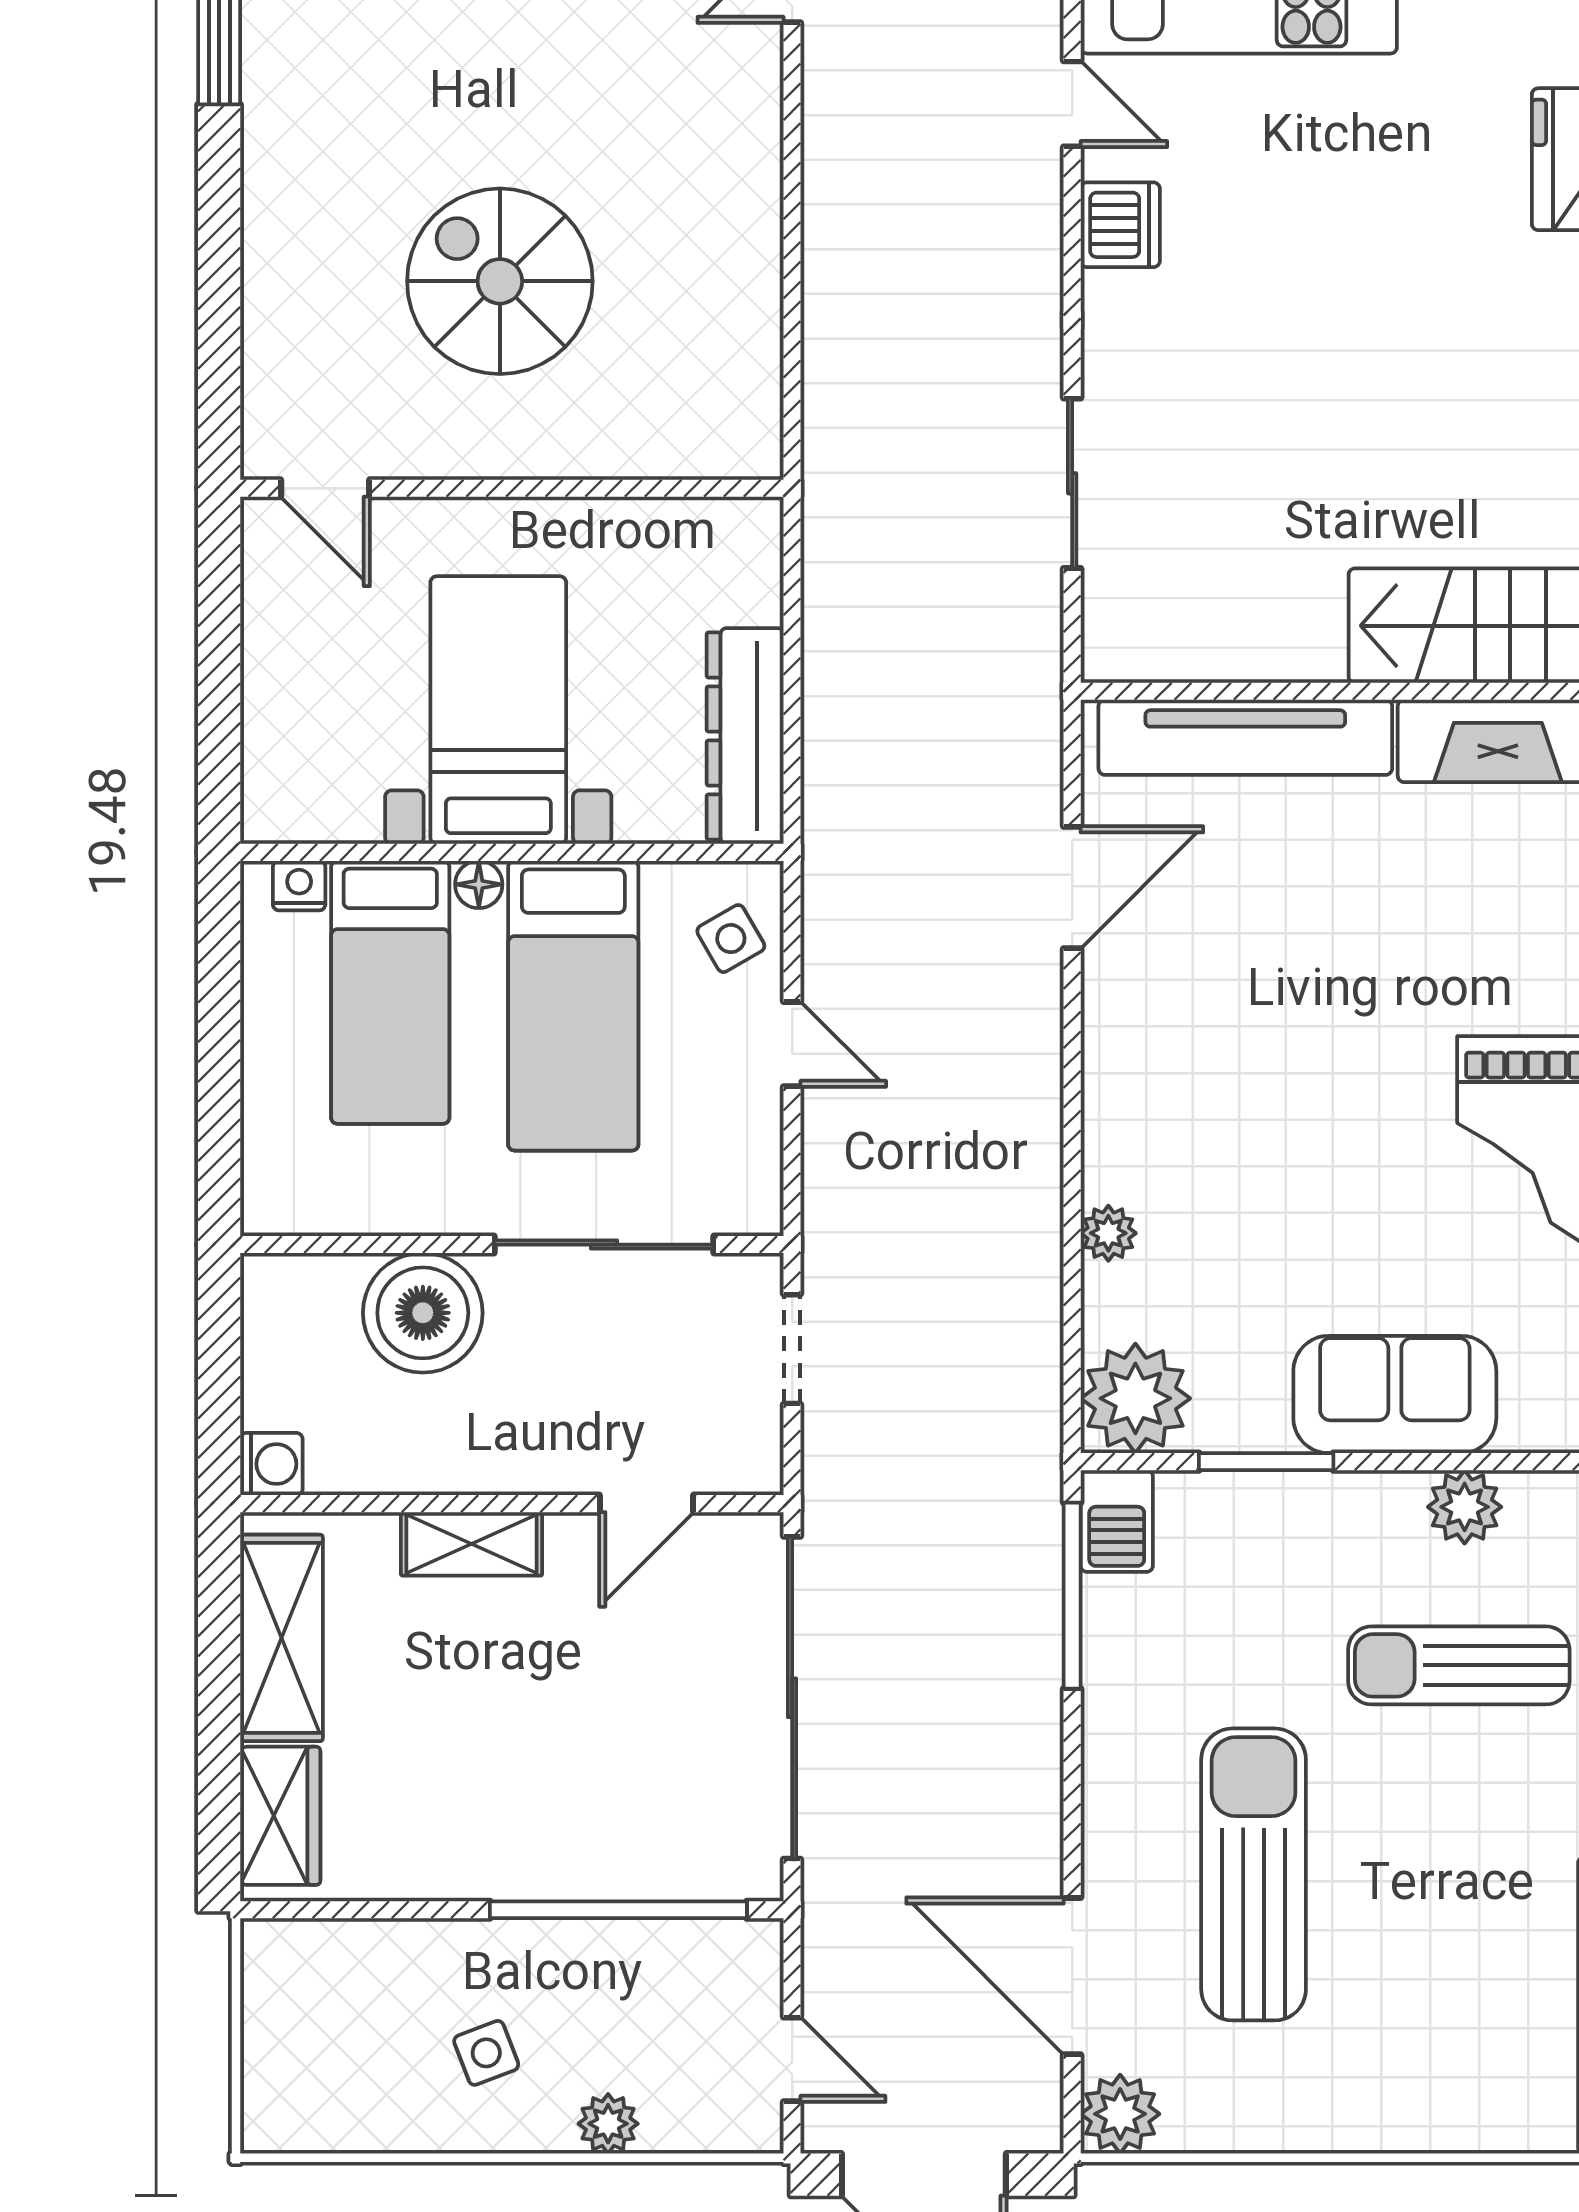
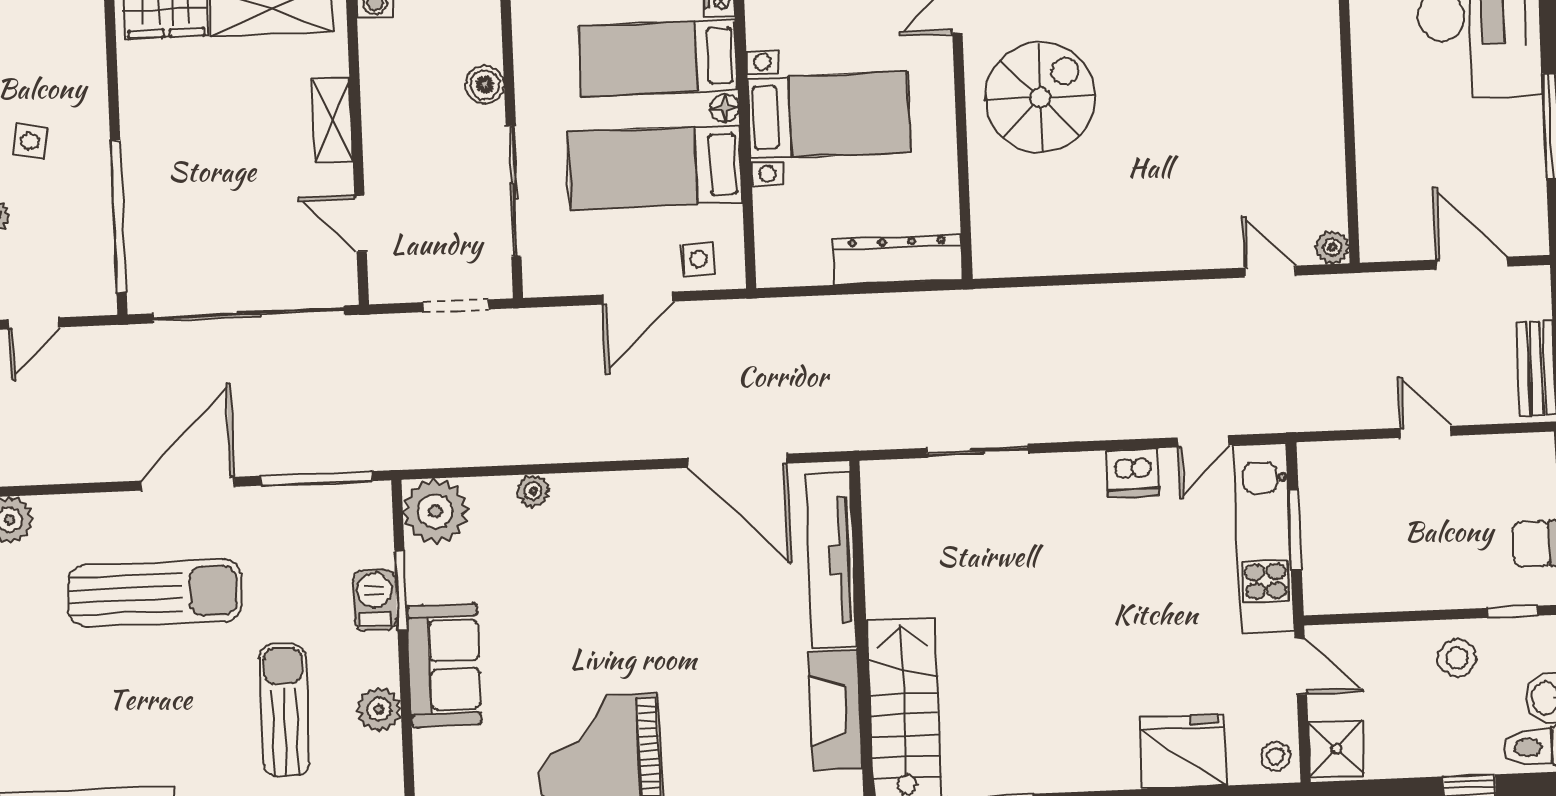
spiral stairs: (500, 281) -> (1040, 98), moved
dresser: (745, 736) -> (897, 259), moved
door: (1072, 888) -> (737, 461), width x1.36
side table: (731, 939) -> (699, 259), turned 30
door: (792, 1044) -> (637, 298), width x1.37
boiler: (423, 1313) -> (485, 85), width x0.54, depth x0.54
barbecue: (1117, 1521) -> (375, 600), moved, turned 90
door: (1072, 1976) -> (188, 484), moved
side table: (486, 2053) -> (30, 141), turned 32

